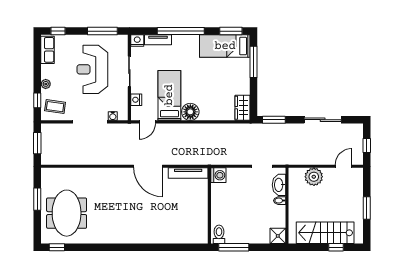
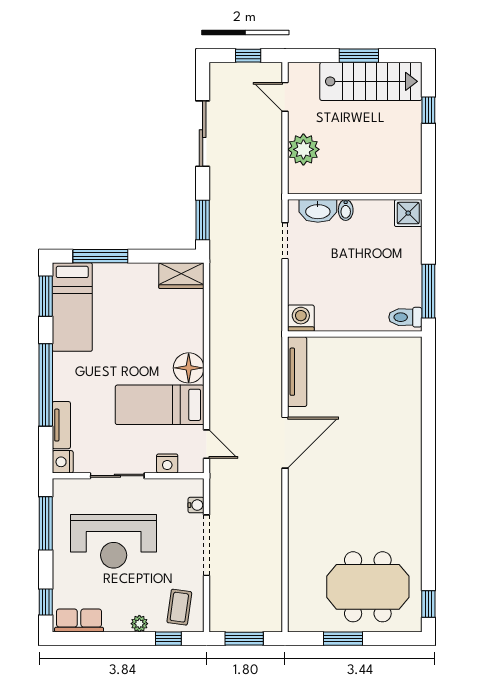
stairs: (325, 233) -> (371, 81), moved, turned -90

